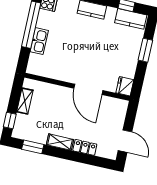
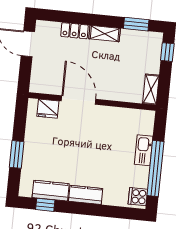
kitchen counter: (131, 19) -> (51, 191), moved
fridge: (125, 86) -> (48, 109), moved, turned 90
shelving: (25, 101) -> (151, 89), moved

